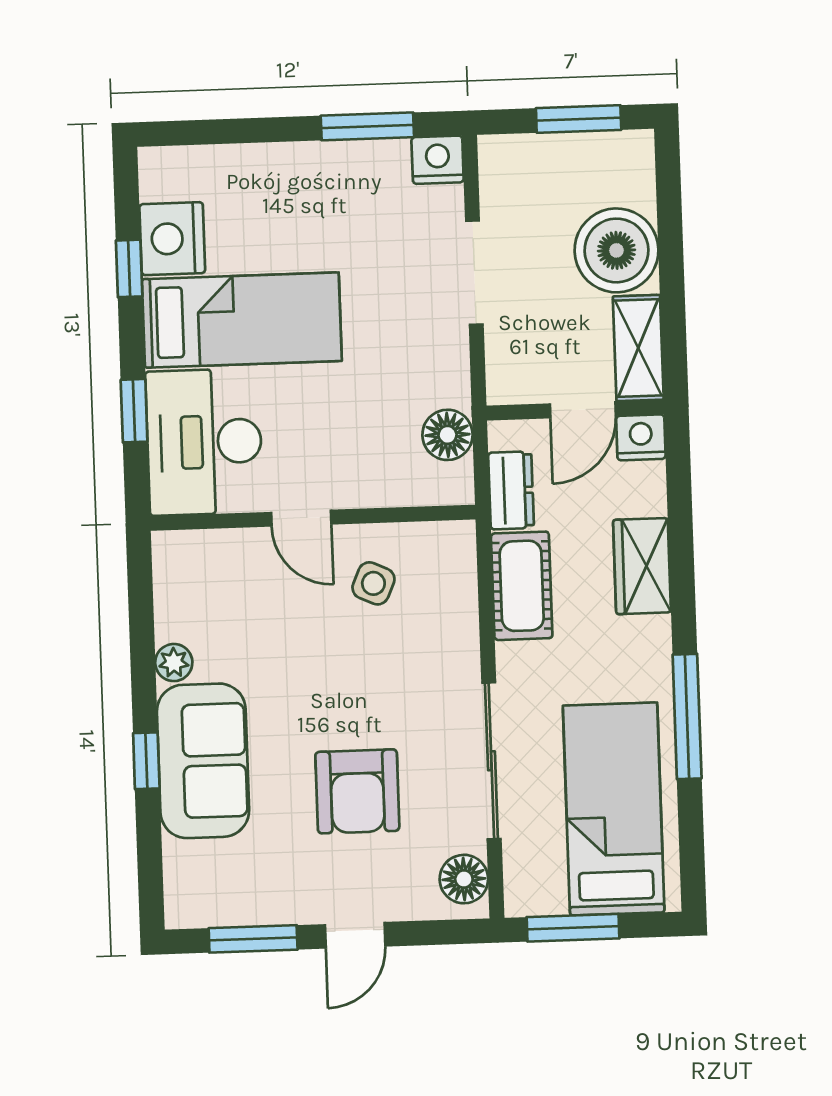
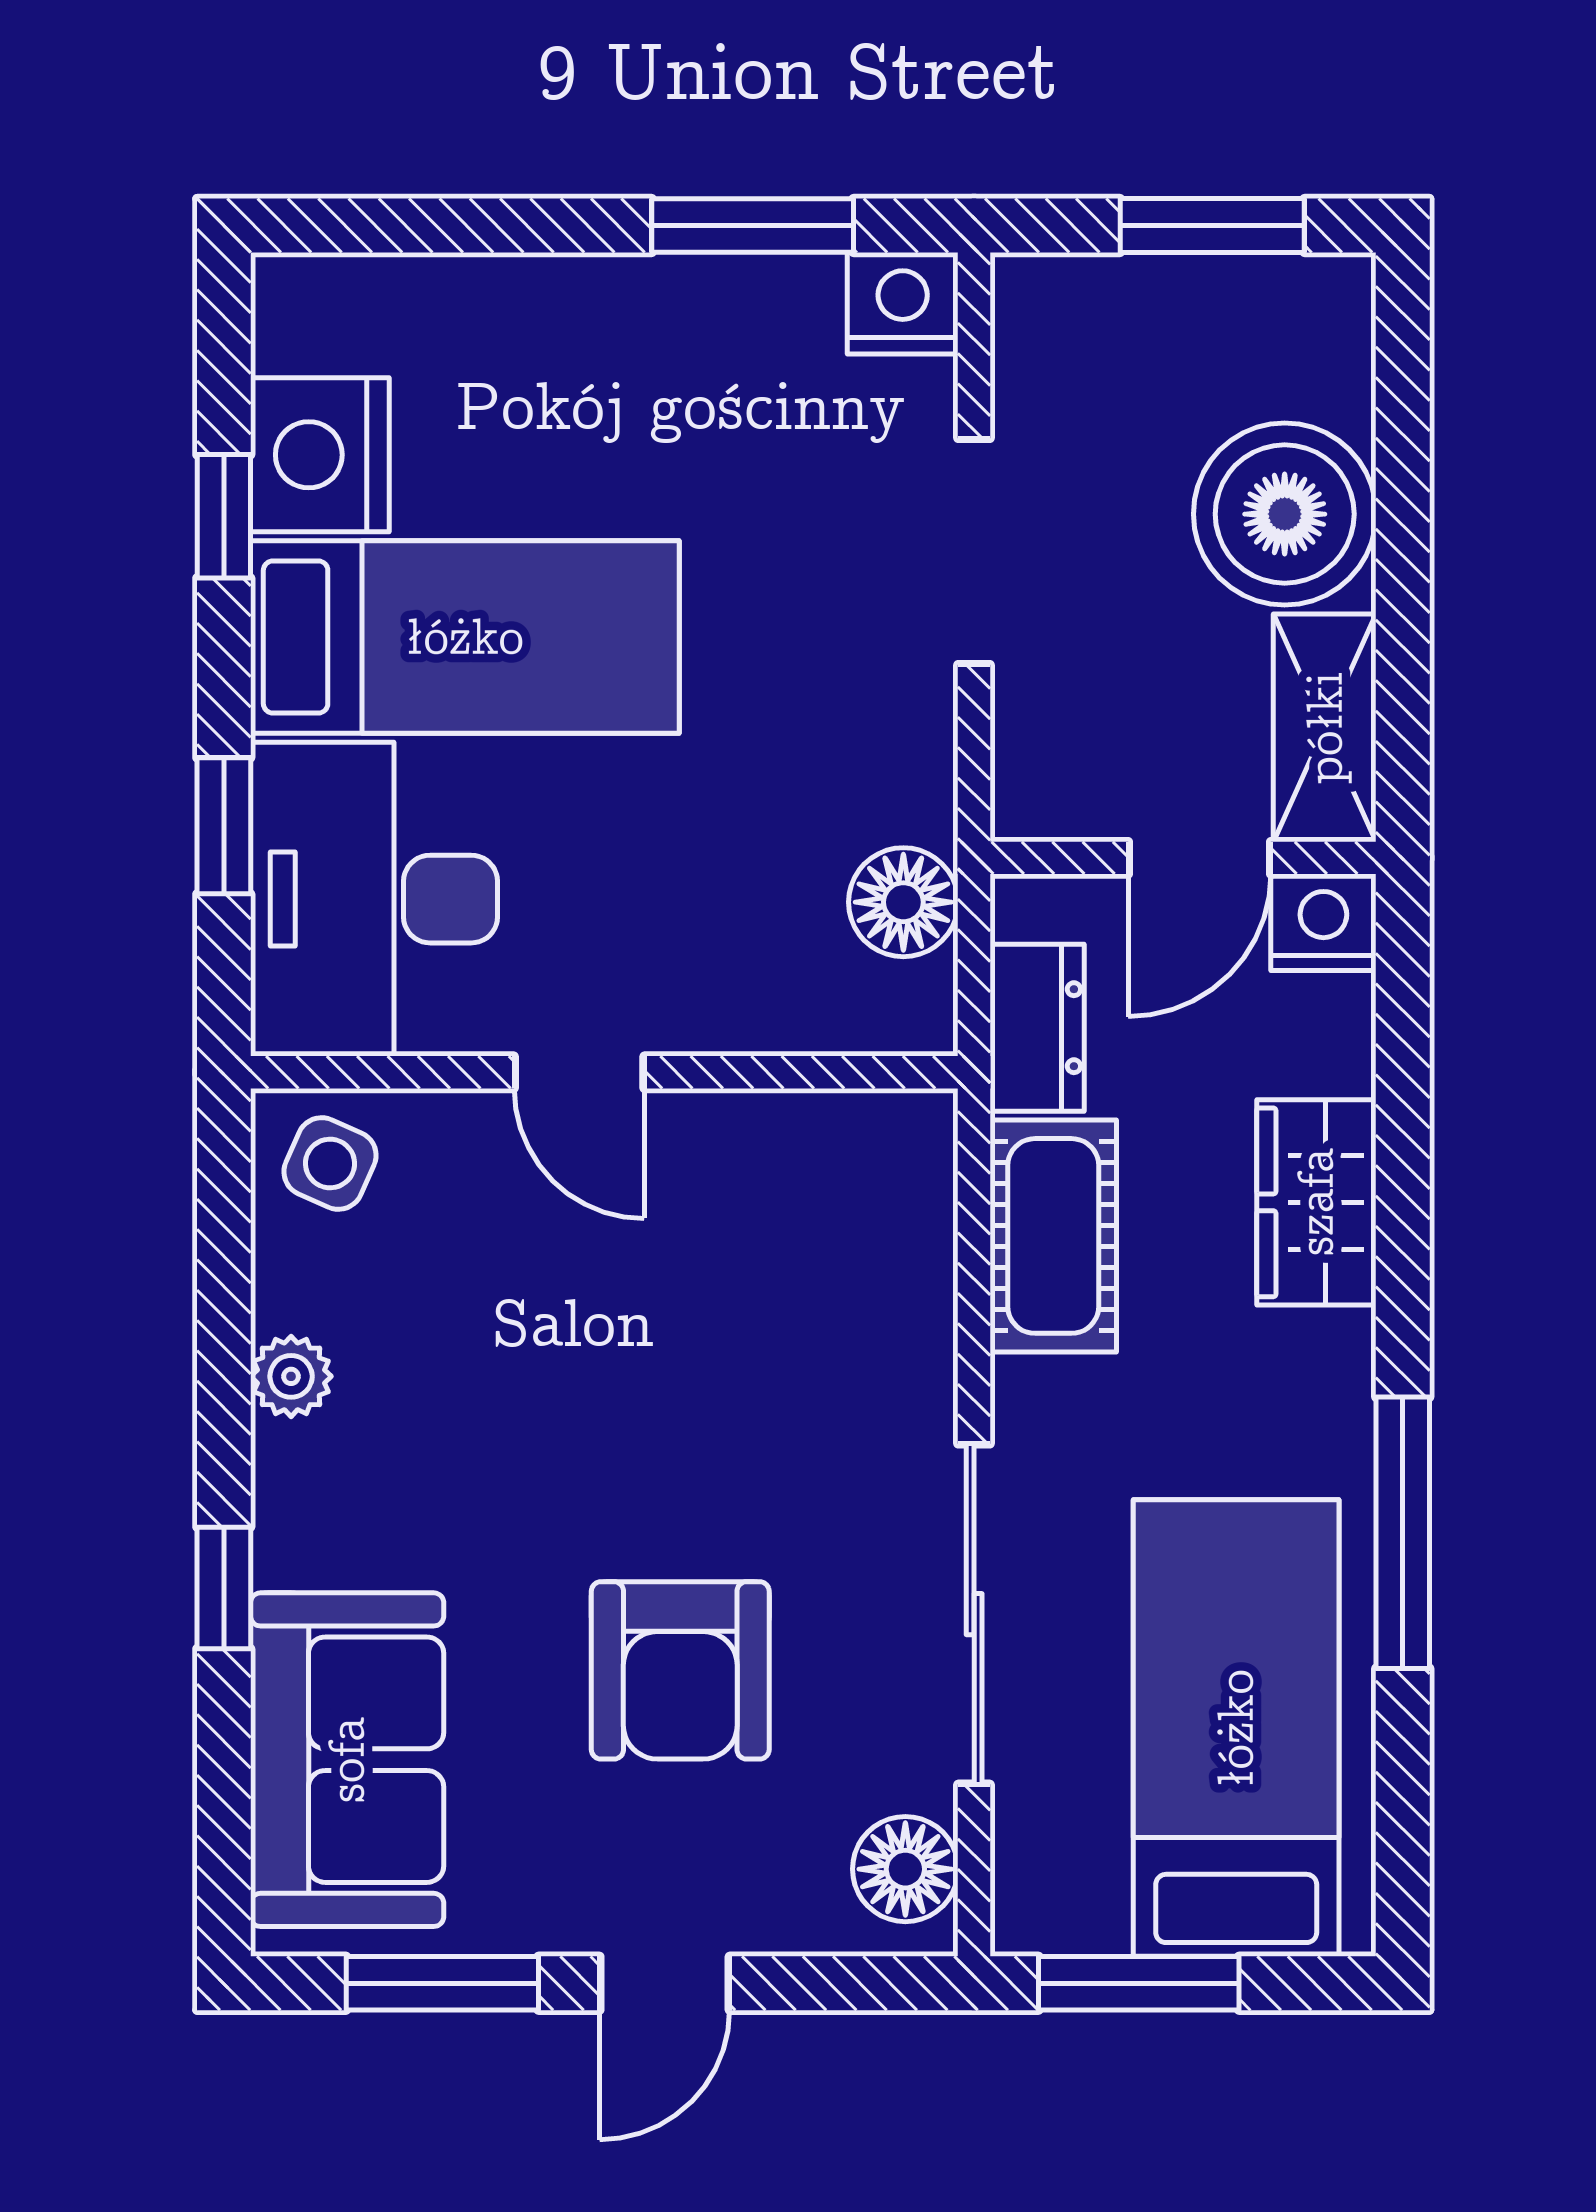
side table: (373, 583) -> (330, 1163), moved
sofa: (203, 761) -> (347, 1760), moved

